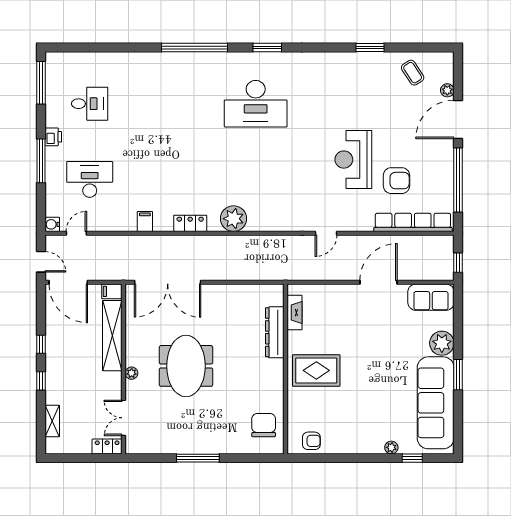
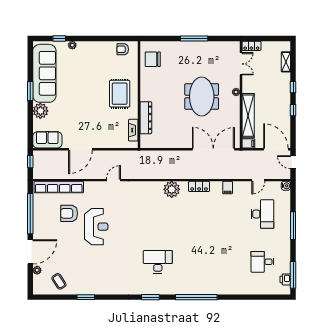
desk: (256, 104) -> (158, 262), width x0.73, depth x0.77
printer: (53, 137) -> (285, 279), moved
desk: (90, 179) -> (262, 214), turned -90
door: (76, 233) -> (258, 180), moved
rug: (316, 370) -> (120, 94), turned 90
chair: (264, 425) -> (153, 59), turned 90

